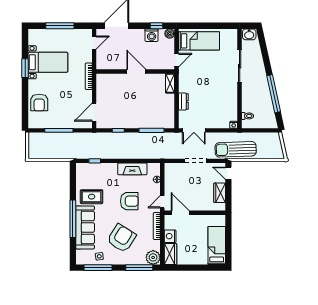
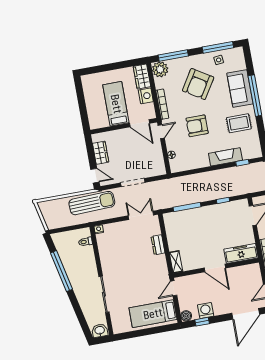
freezer: (111, 80) -> (241, 253), added
fireplace: (132, 169) -> (225, 157), moved
sofa: (85, 227) -> (240, 88), width x0.73
bed: (217, 245) -> (116, 104), moved, turned 180

